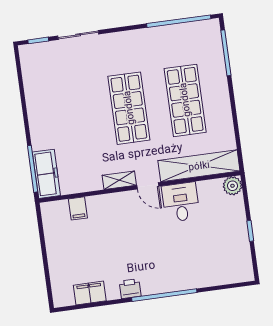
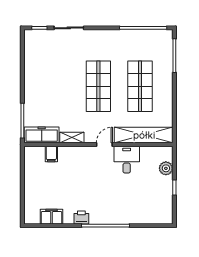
freezer: (46, 174) -> (42, 135), moved, turned -90
shelving: (119, 180) -> (72, 138), moved
door: (148, 186) -> (104, 144), swing flipped
plant: (232, 186) -> (166, 168), moved

